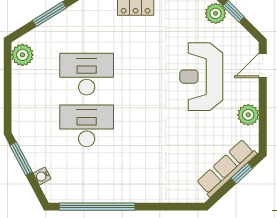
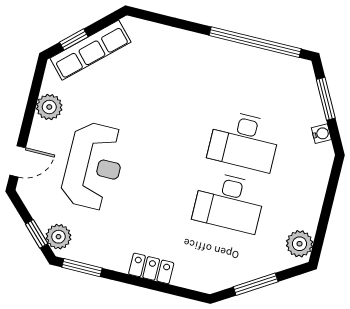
window: (21, 159) -> (326, 99), moved
water cooler: (42, 176) -> (321, 134), moved

